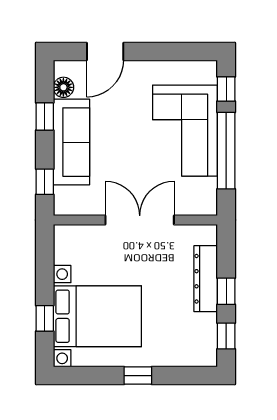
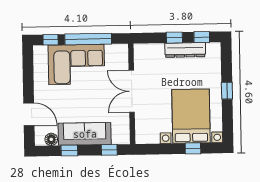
dresser: (206, 279) -> (185, 50), moved

